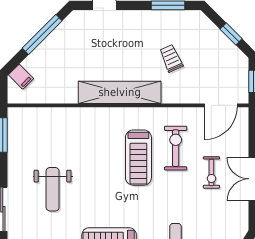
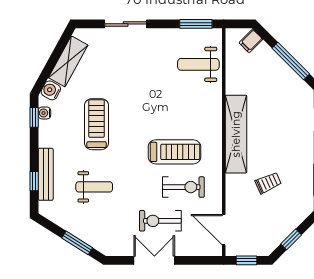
treadmill: (138, 158) -> (174, 152), turned 180
exercise bike: (211, 172) -> (160, 221), width x1.38, depth x1.39
weight bench: (53, 189) -> (198, 64), moved

